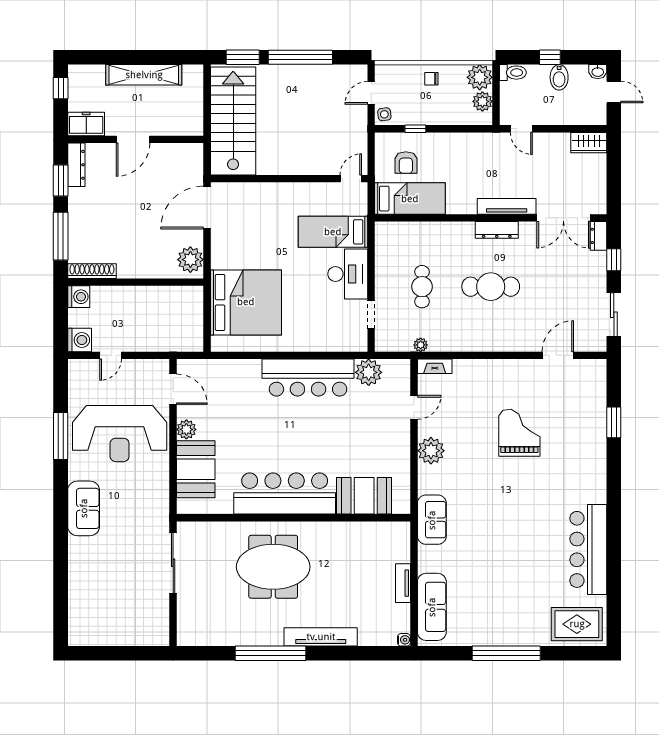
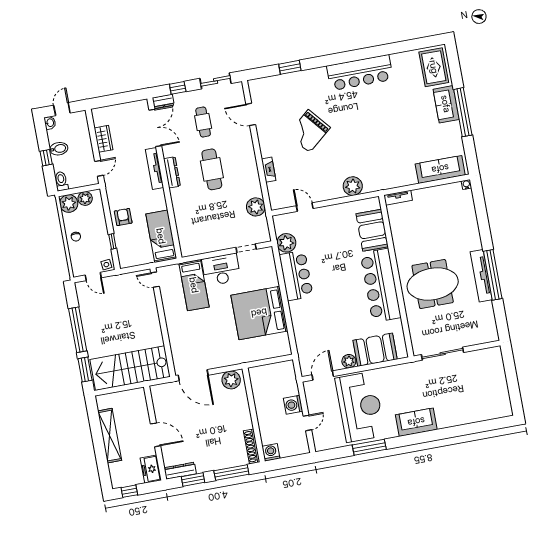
wardrobe: (589, 143) -> (104, 139), moved
armchair: (406, 163) -> (123, 217), moved, turned -90
cafe table: (422, 287) -> (203, 122), moved, turned 90
bed: (246, 302) -> (259, 313), moved, turned -90
washing machine: (80, 340) -> (293, 405), moved, turned -90
plant: (421, 345) -> (256, 207), width x1.87, depth x1.87
door: (111, 355) -> (307, 423), hinge flipped
fireplace: (435, 366) -> (269, 170), moved
bar counter: (308, 378) -> (296, 275), width x0.73
grand piano: (519, 433) -> (309, 131), turned -40
plant: (431, 451) -> (353, 186), moved
sofa: (432, 520) -> (446, 104), moved, turned -90
bar counter: (588, 549) -> (360, 73), moved
meeting table: (273, 567) -> (433, 284), turned 90
tv unit: (403, 583) -> (398, 198), moved
tv unit: (321, 637) -> (481, 276), moved

